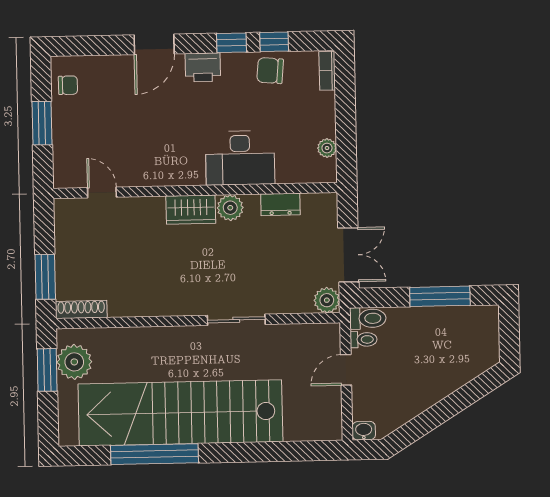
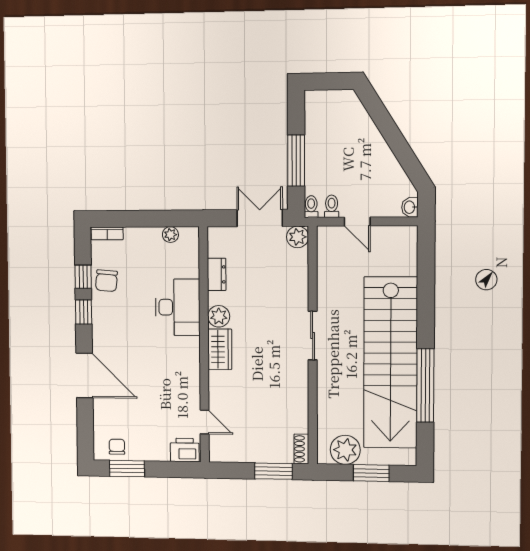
door: (154, 44) -> (84, 375), width x1.36
printer: (203, 67) -> (185, 450), moved, turned -90
window: (42, 123) -> (127, 469), moved
door: (102, 192) -> (205, 422), swing flipped
window: (440, 296) -> (296, 160), moved
shoe rack: (81, 310) -> (301, 449), width x0.70
toilet: (368, 318) -> (311, 207), width x0.73, depth x0.72
sliding door: (236, 320) -> (313, 336), moved
window: (47, 370) -> (371, 473), moved

